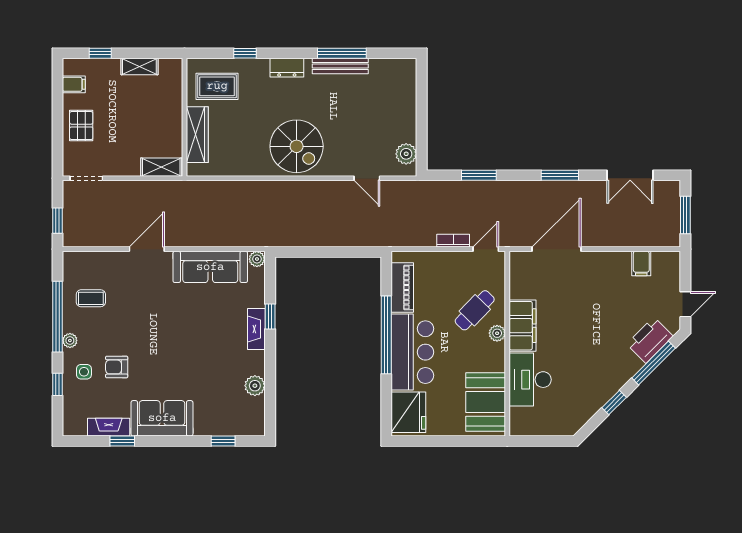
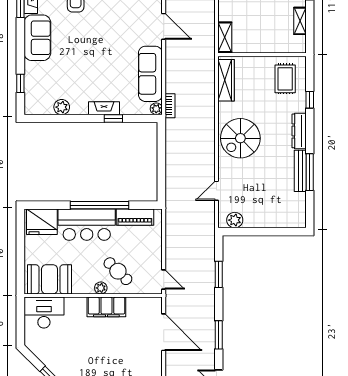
dresser: (287, 68) -> (299, 131), width x1.44
wardrobe: (197, 135) -> (226, 80), moved, turned -90
bookcase: (453, 241) -> (170, 106), moved
desk: (530, 380) -> (44, 313), moved

